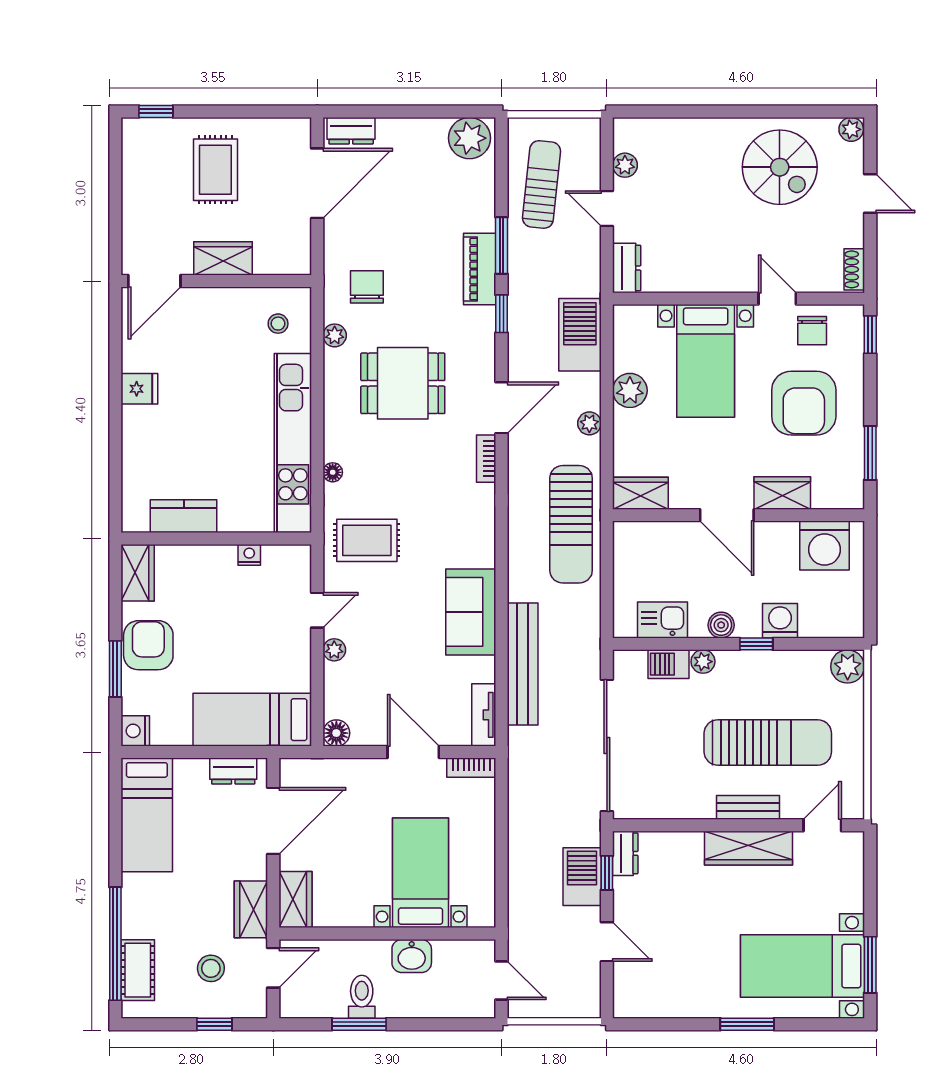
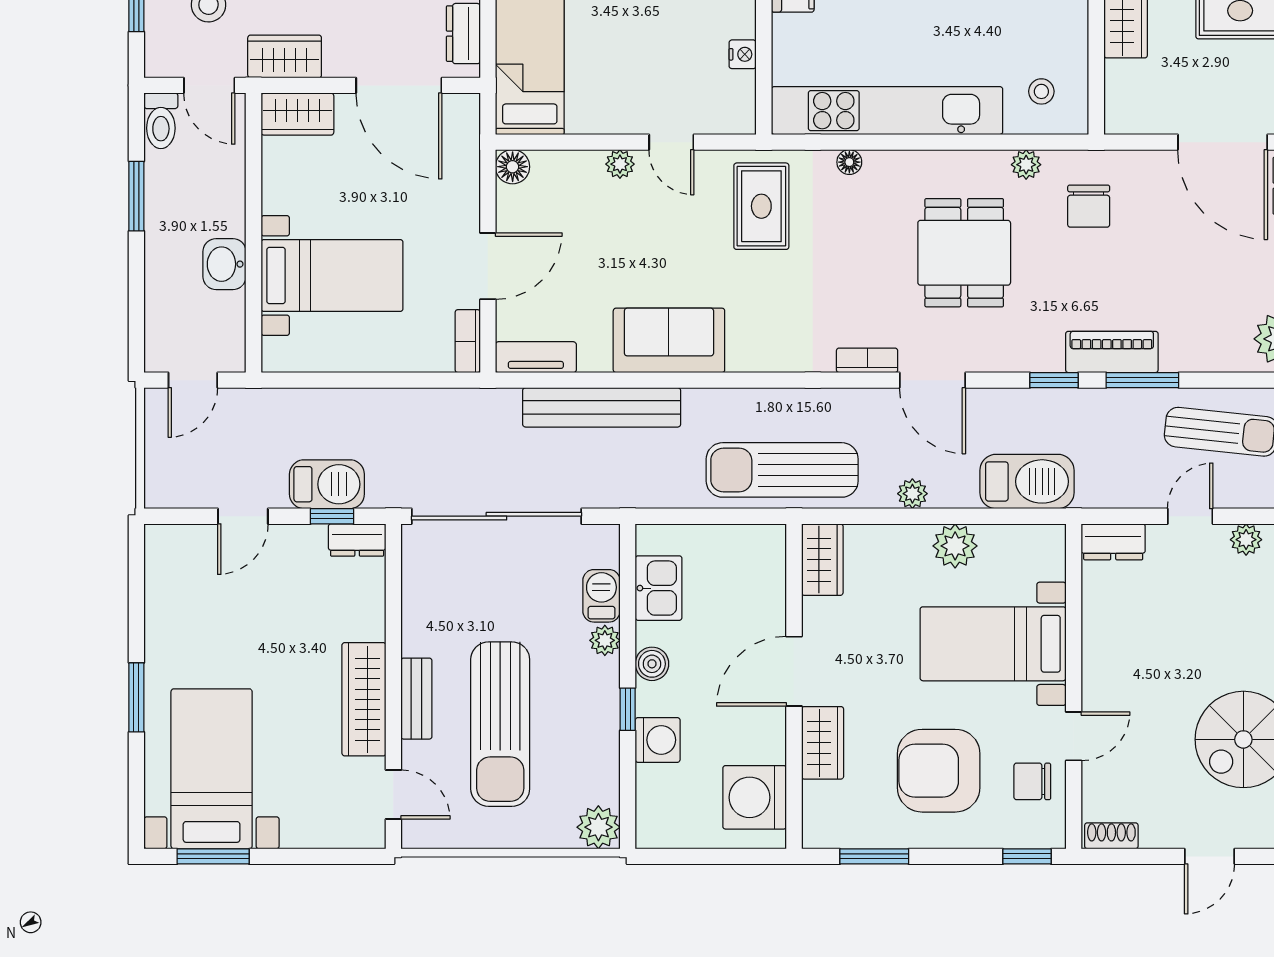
chair: (367, 287) -> (1089, 206), turned 90
toilet: (362, 997) -> (161, 121), moved, turned 90

